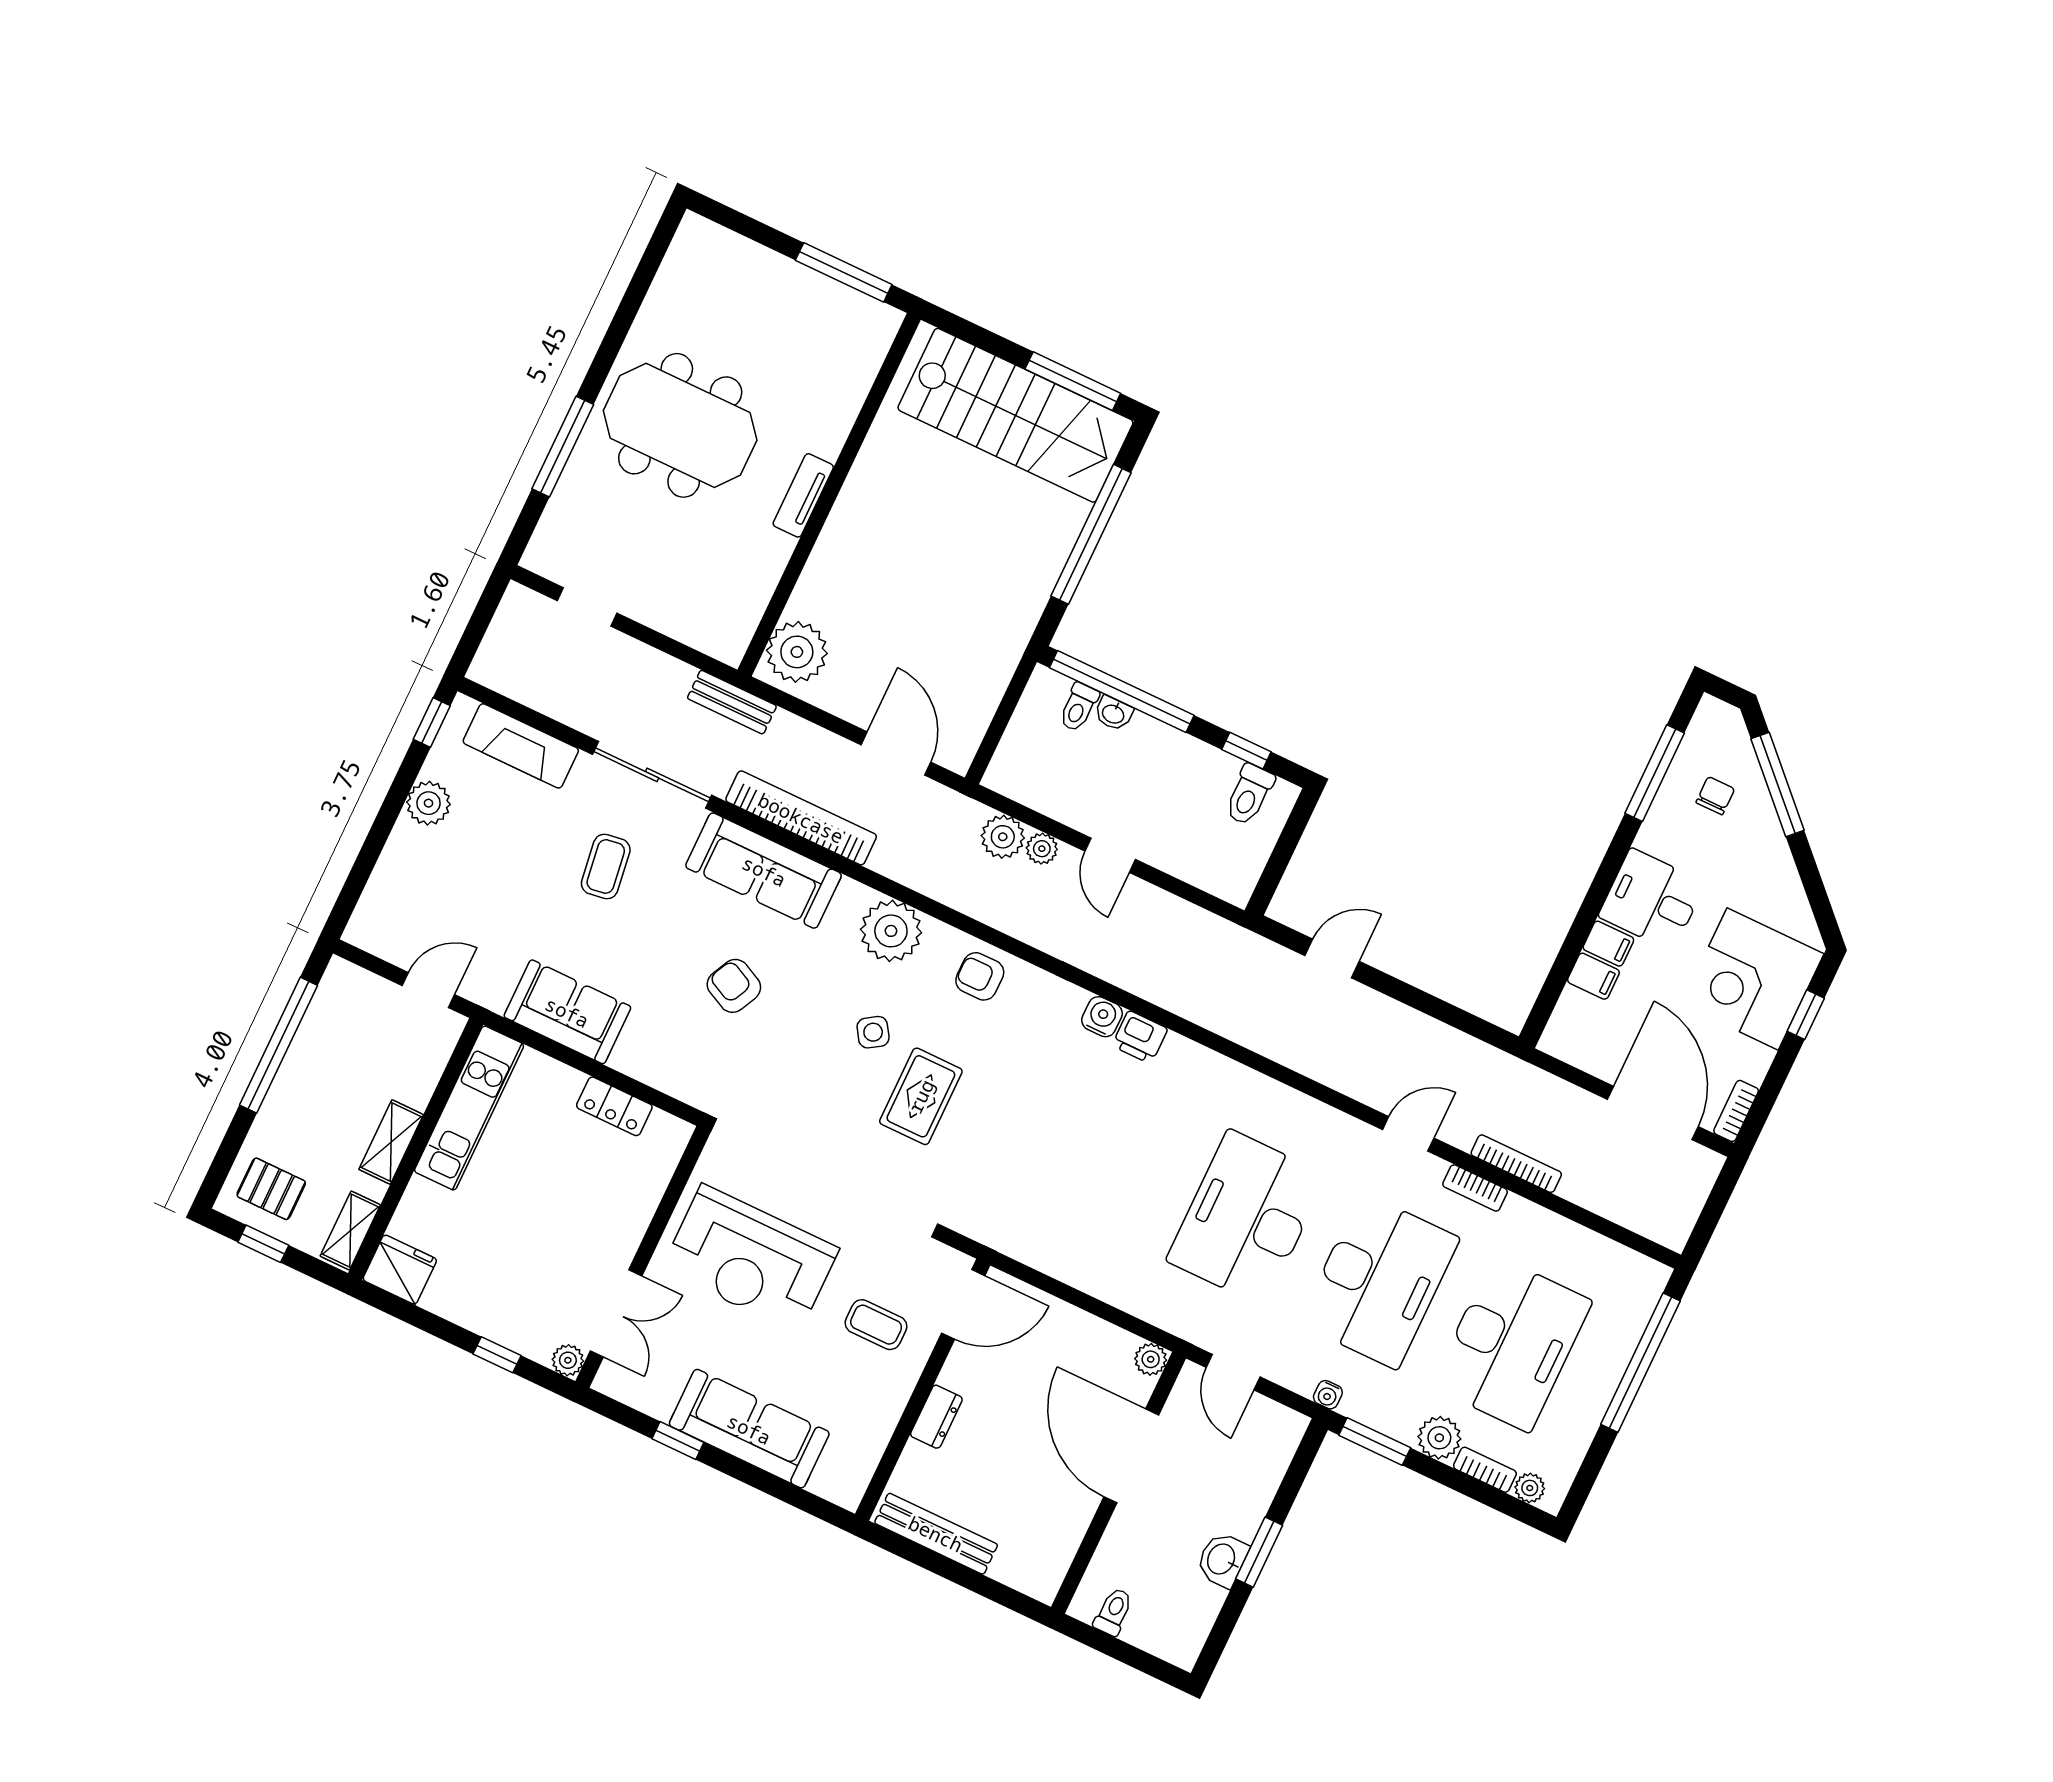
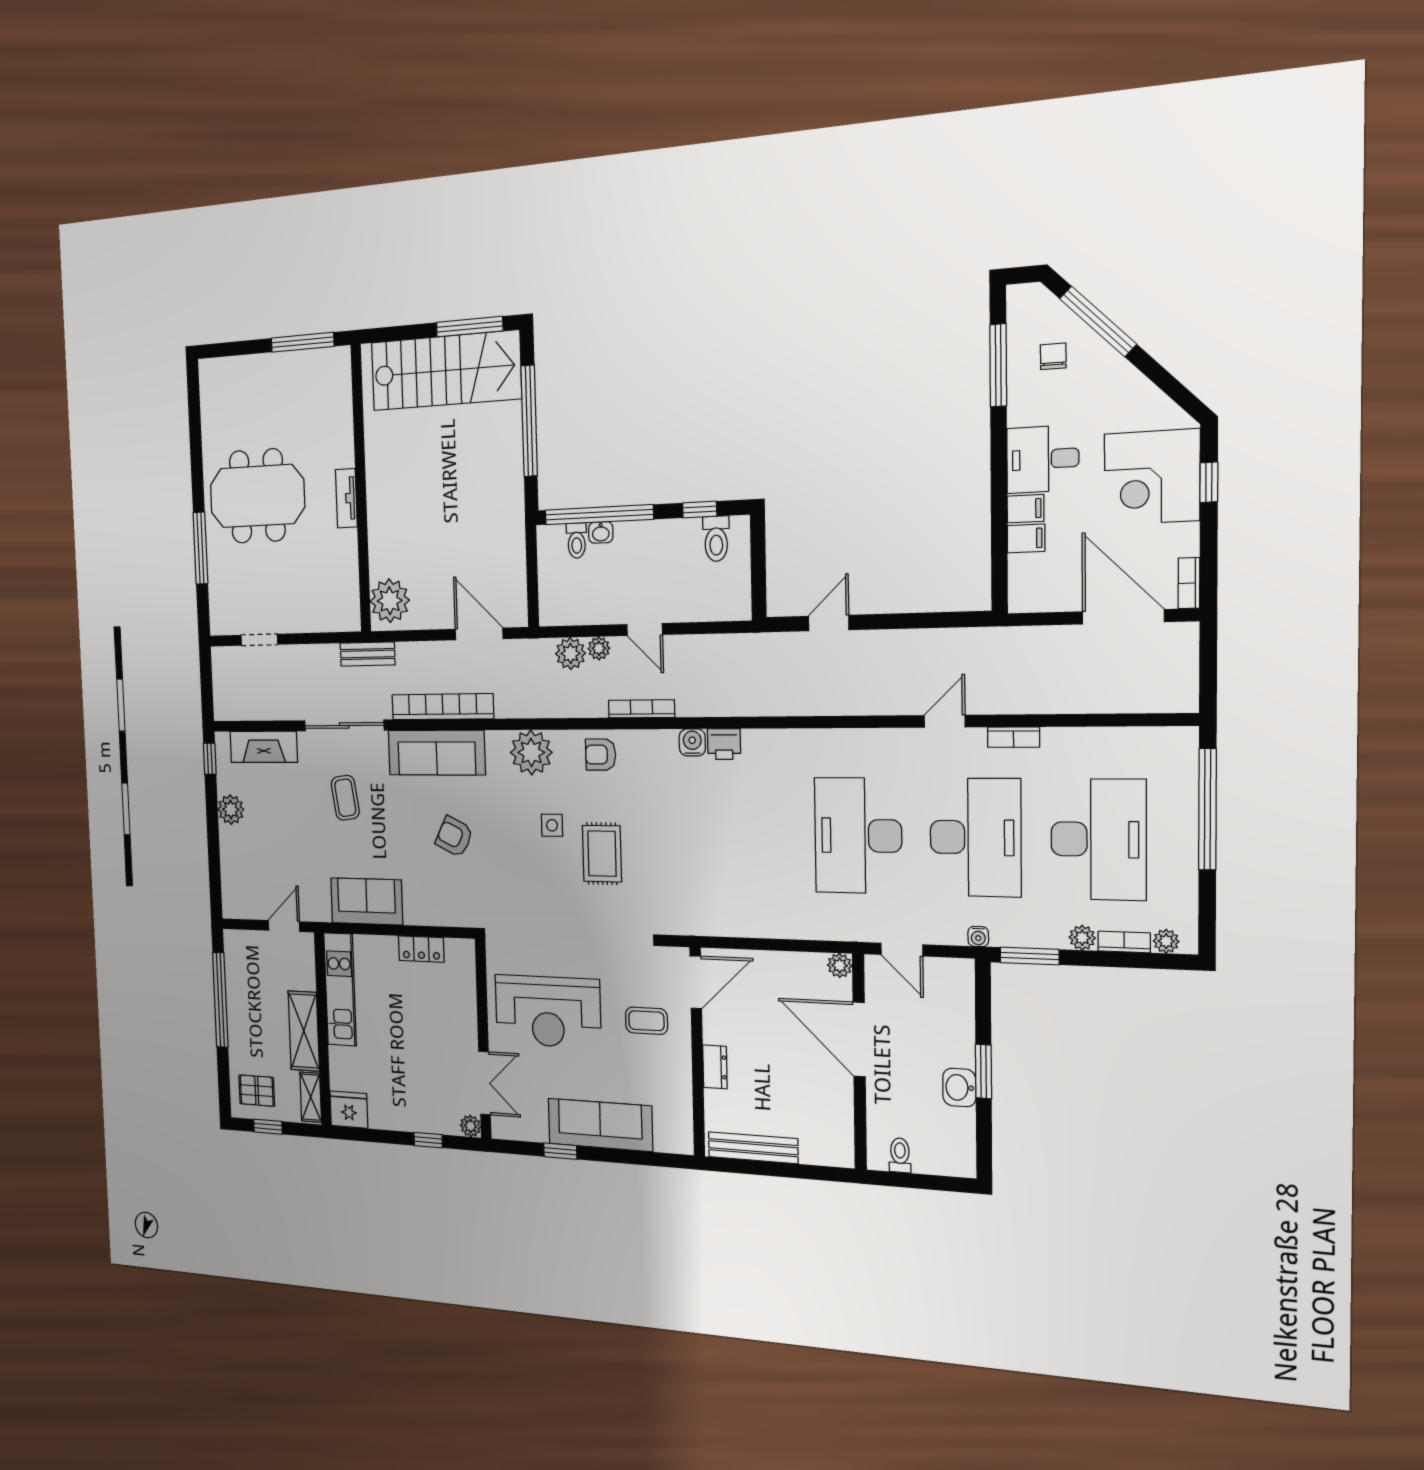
side table: (873, 1032) -> (552, 825), turned 33
shelving: (391, 1142) -> (304, 1031), width x1.50, depth x1.33
bookcase: (1516, 1164) -> (641, 709), moved
plant: (1439, 1438) -> (1082, 938), width x0.73, depth x0.73

